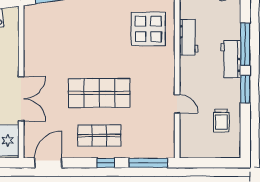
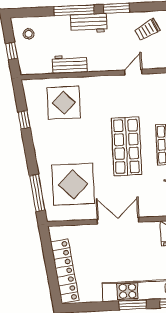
display table: (62, 35) -> (73, 184), added
double door: (21, 99) -> (118, 221), moved
trolley: (221, 121) -> (147, 30), turned 153

